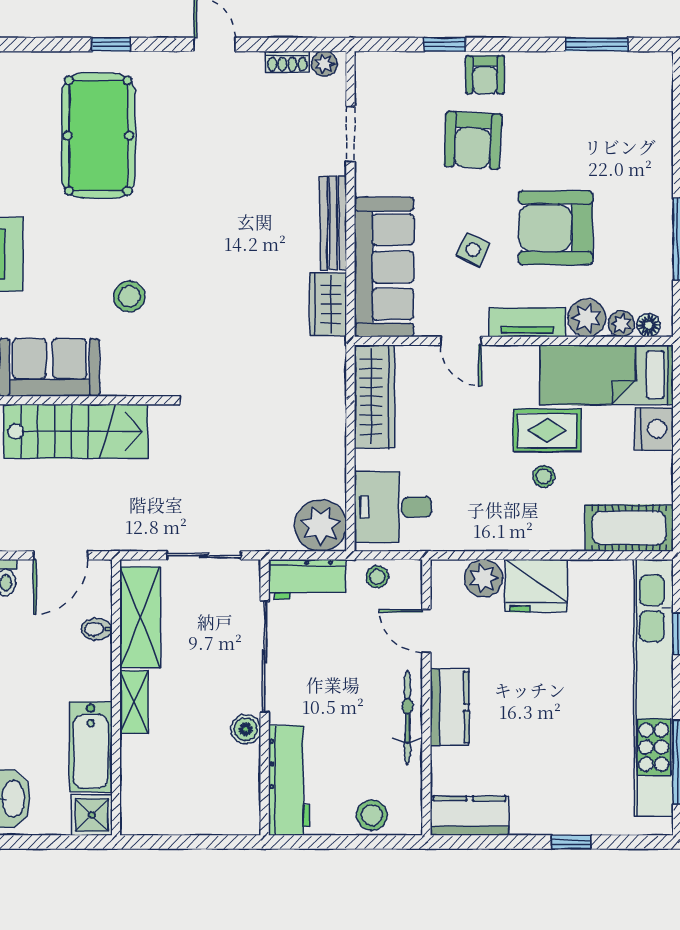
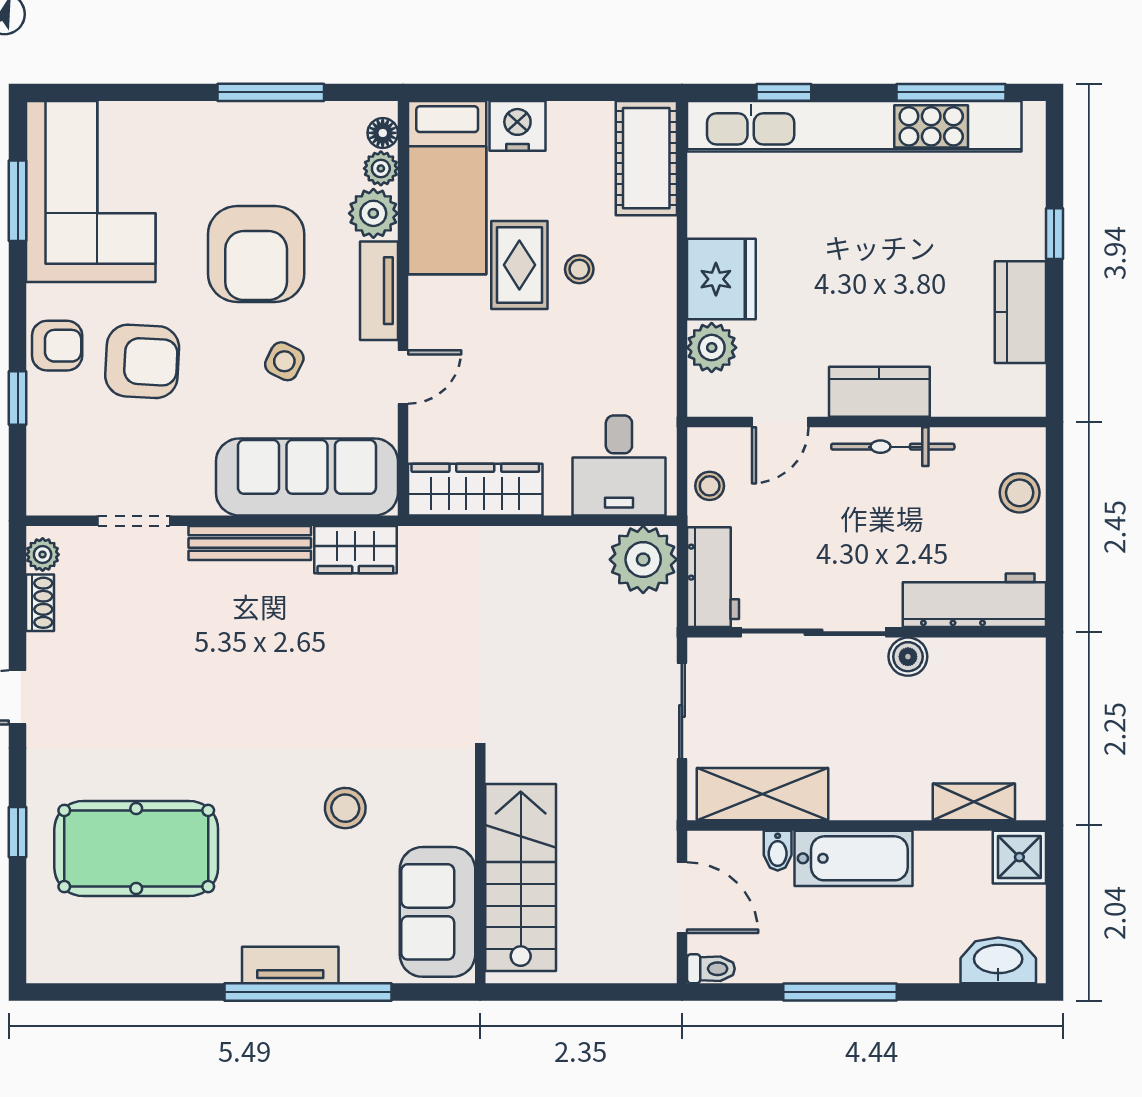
corner sofa: (604, 101) -> (91, 192), added
shelving: (134, 702) -> (974, 802), moved
bathtub: (91, 747) -> (854, 858), moved
kitchen counter: (470, 816) -> (1020, 312), moved

